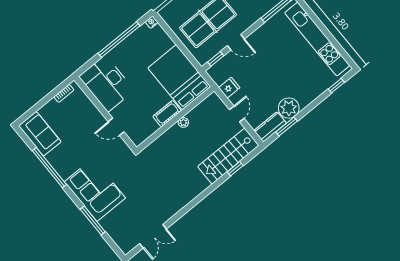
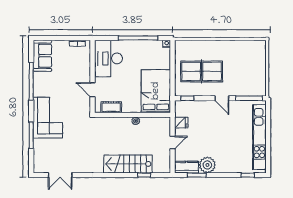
door: (236, 42) -> (222, 98), moved
cot: (167, 114) -> (111, 107), moved
stairs: (228, 156) -> (128, 164), moved

